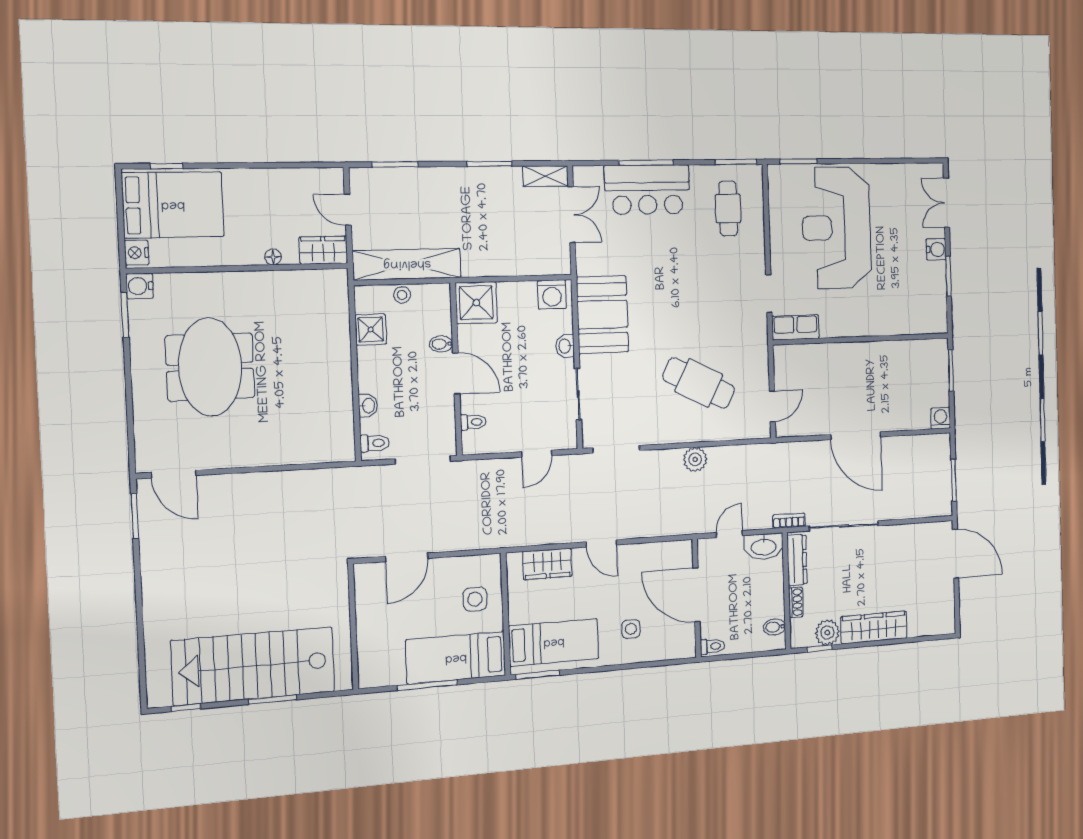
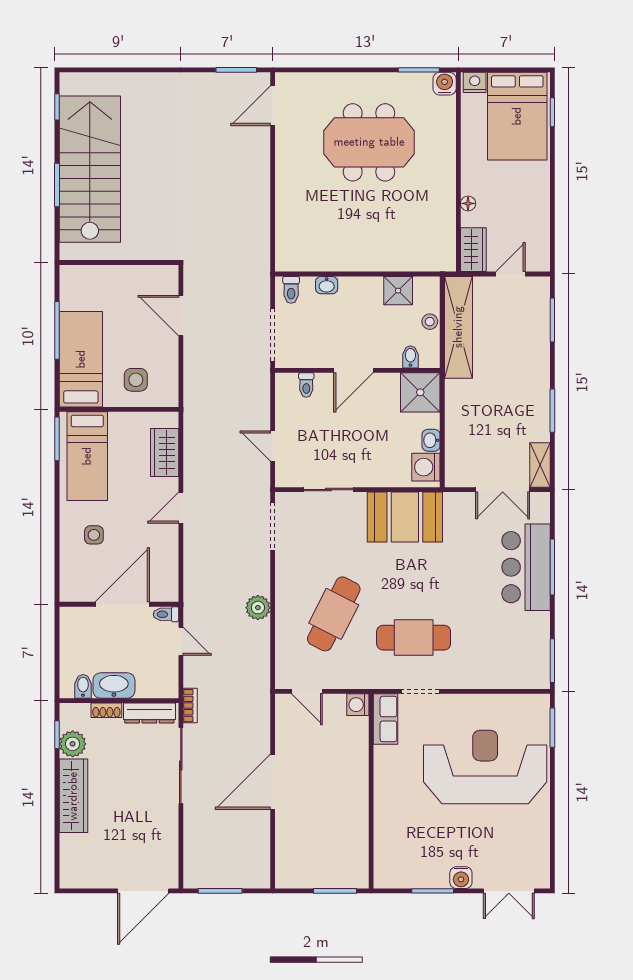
double door: (947, 203) -> (509, 891), swing flipped
cafe table: (728, 208) -> (414, 638), moved, width x1.37, depth x1.35
bidet: (441, 344) -> (410, 357), moved
washbasin: (565, 346) -> (431, 440), moved, turned -90
washing machine: (941, 418) -> (358, 705), moved, turned 180
washbasin: (764, 547) -> (114, 686), moved, turned 90
toilet: (712, 646) -> (166, 614), moved, turned 90

